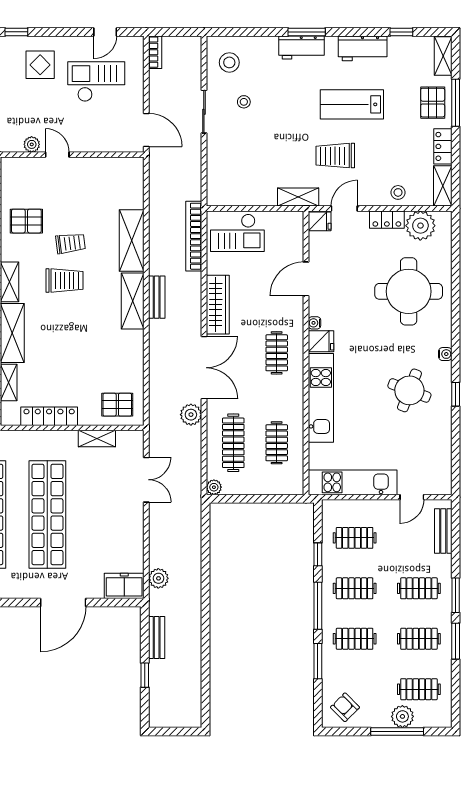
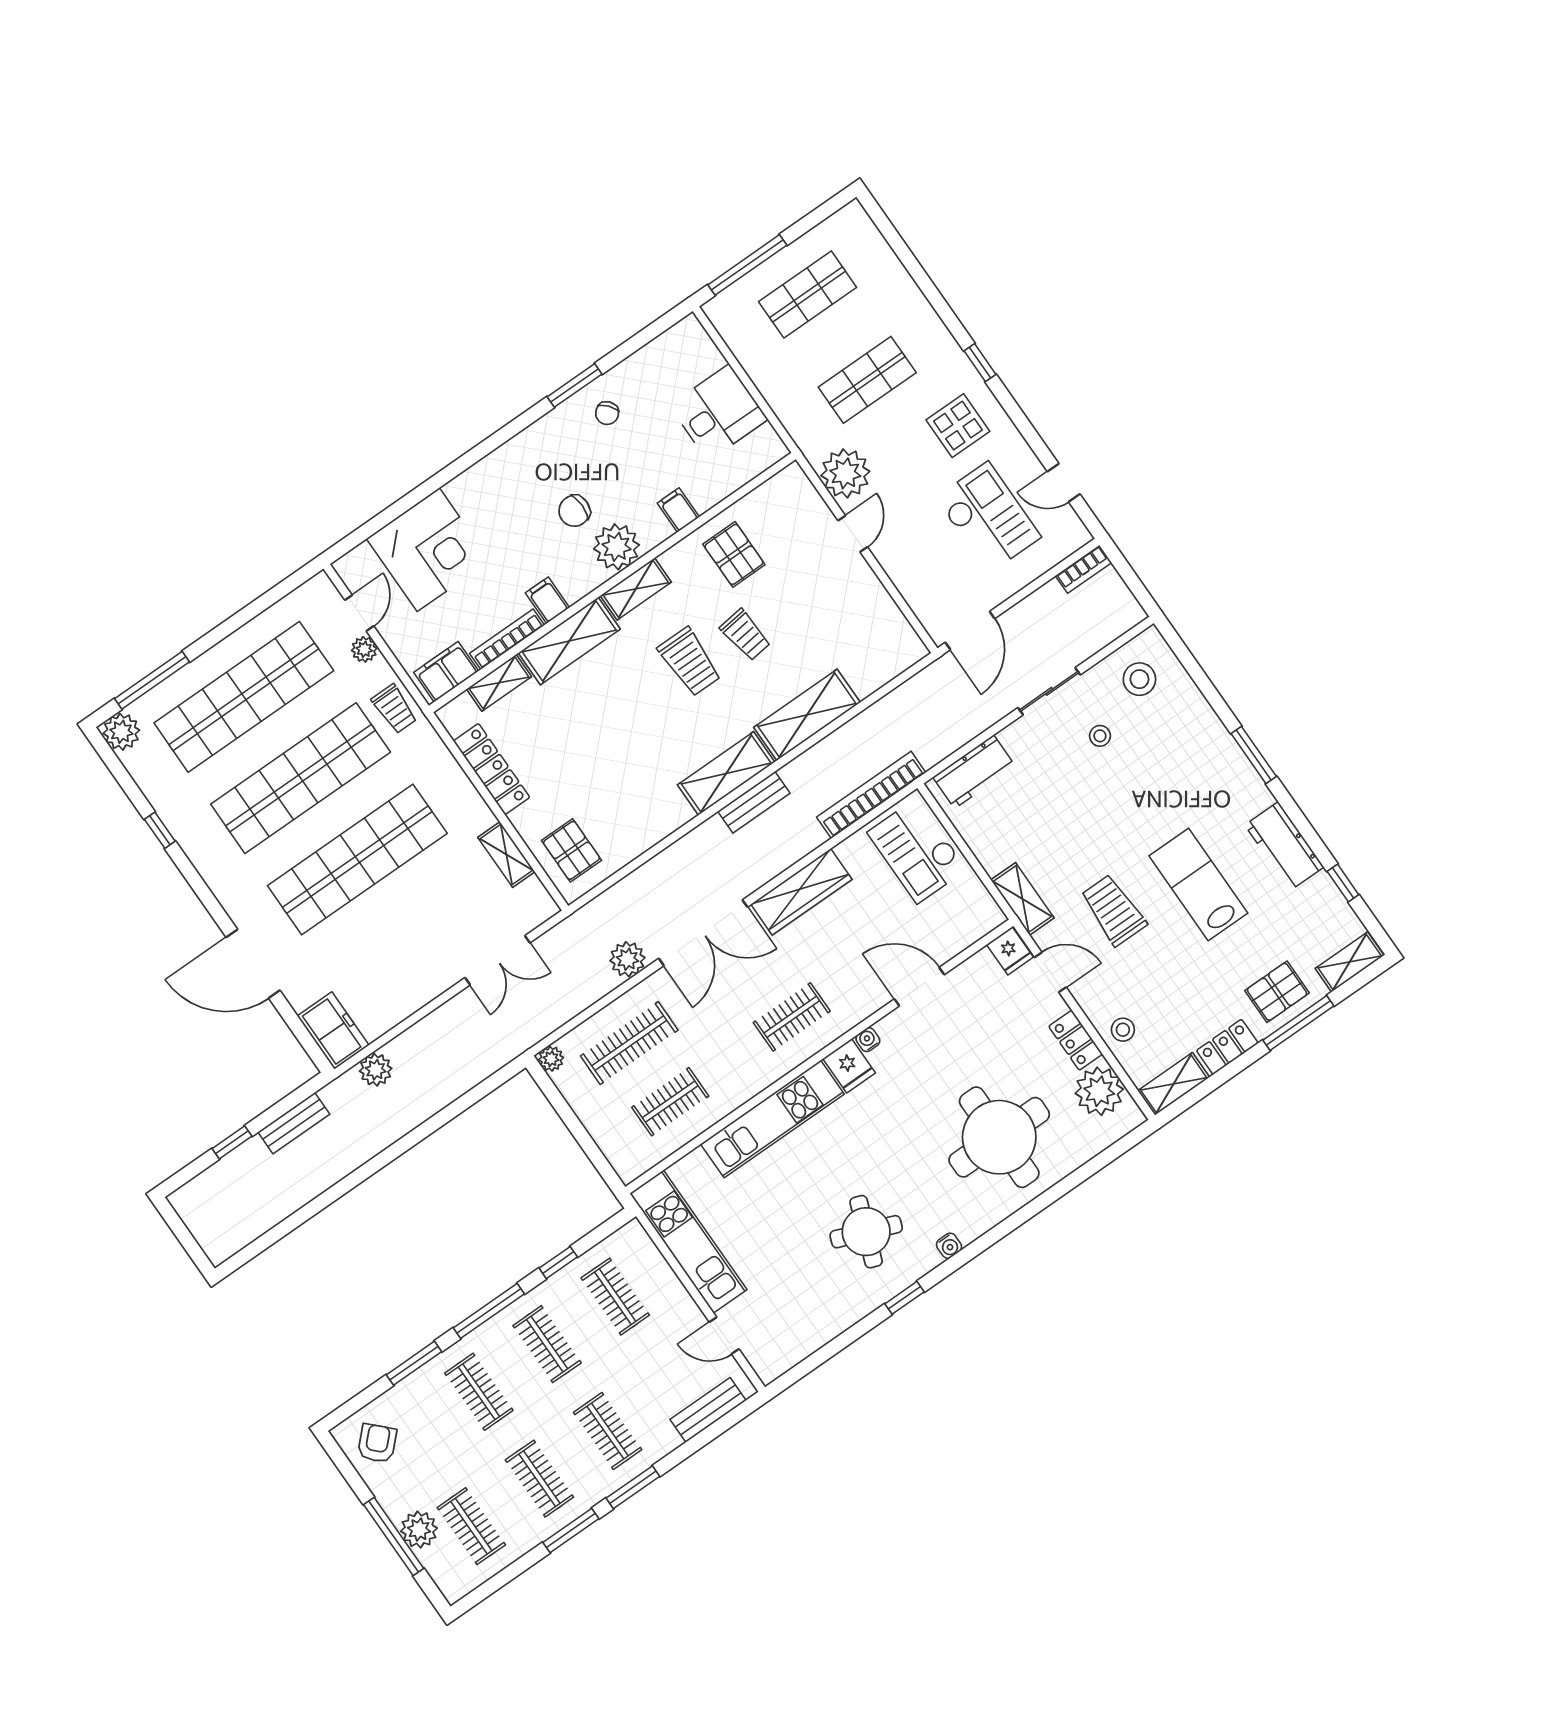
workbench: (301, 47) -> (974, 772), moved, turned -90
plant: (32, 144) -> (845, 473), width x1.87, depth x1.87

